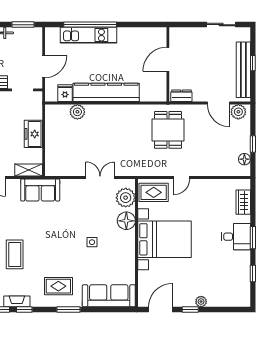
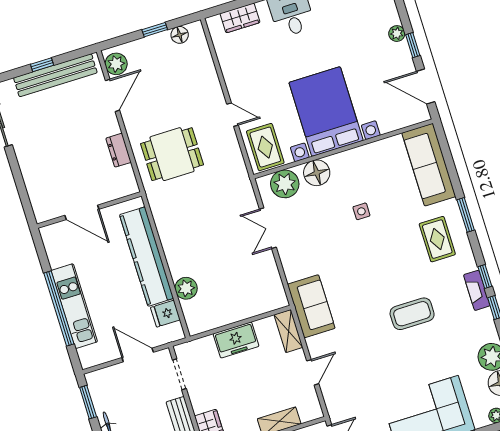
door: (168, 59) -> (82, 212), moved
wall: (168, 64) -> (89, 210), moved

